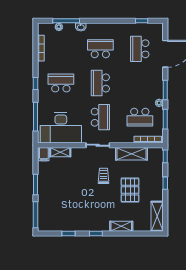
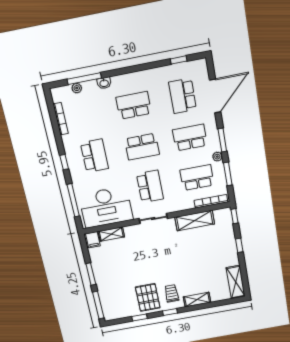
school desk: (61, 83) -> (94, 156), turned 90
school desk: (100, 83) -> (142, 147), turned -90
school desk: (140, 83) -> (190, 138), added
school desk: (140, 117) -> (197, 178), turned 180
trolley: (104, 176) -> (172, 293), moved
pallet: (130, 190) -> (148, 298), moved

